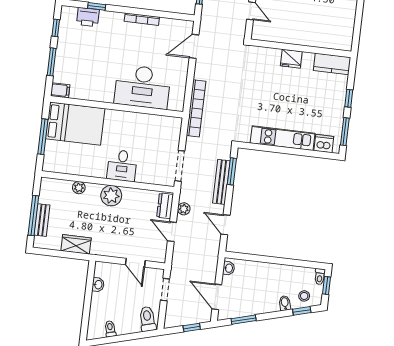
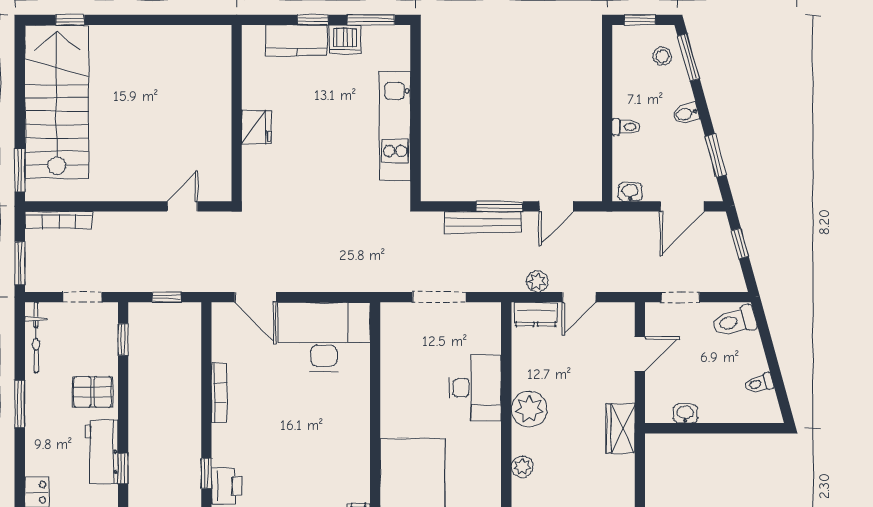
kitchen counter: (332, 64) -> (297, 40), moved, turned 90
desk: (143, 87) -> (324, 337), moved, turned -90
bookcase: (196, 108) -> (361, 281), removed
dishwasher: (324, 144) -> (345, 39), moved, turned -90
desk: (122, 166) -> (475, 388), width x1.37
doorway: (180, 166) -> (439, 297), moved
window: (232, 171) -> (499, 206), moved
wardrobe: (76, 244) -> (620, 429), moved
toilet: (320, 277) -> (626, 127), moved
bidet: (285, 303) -> (686, 114), moved
window: (302, 311) -> (689, 57), width x1.50

